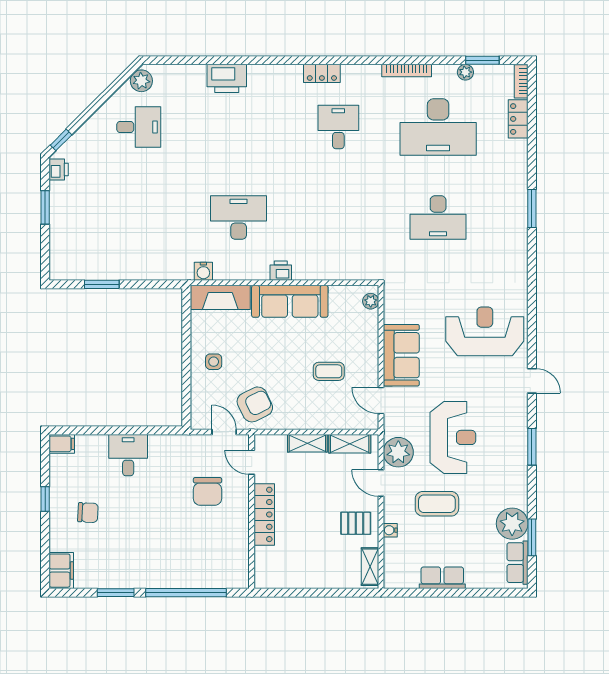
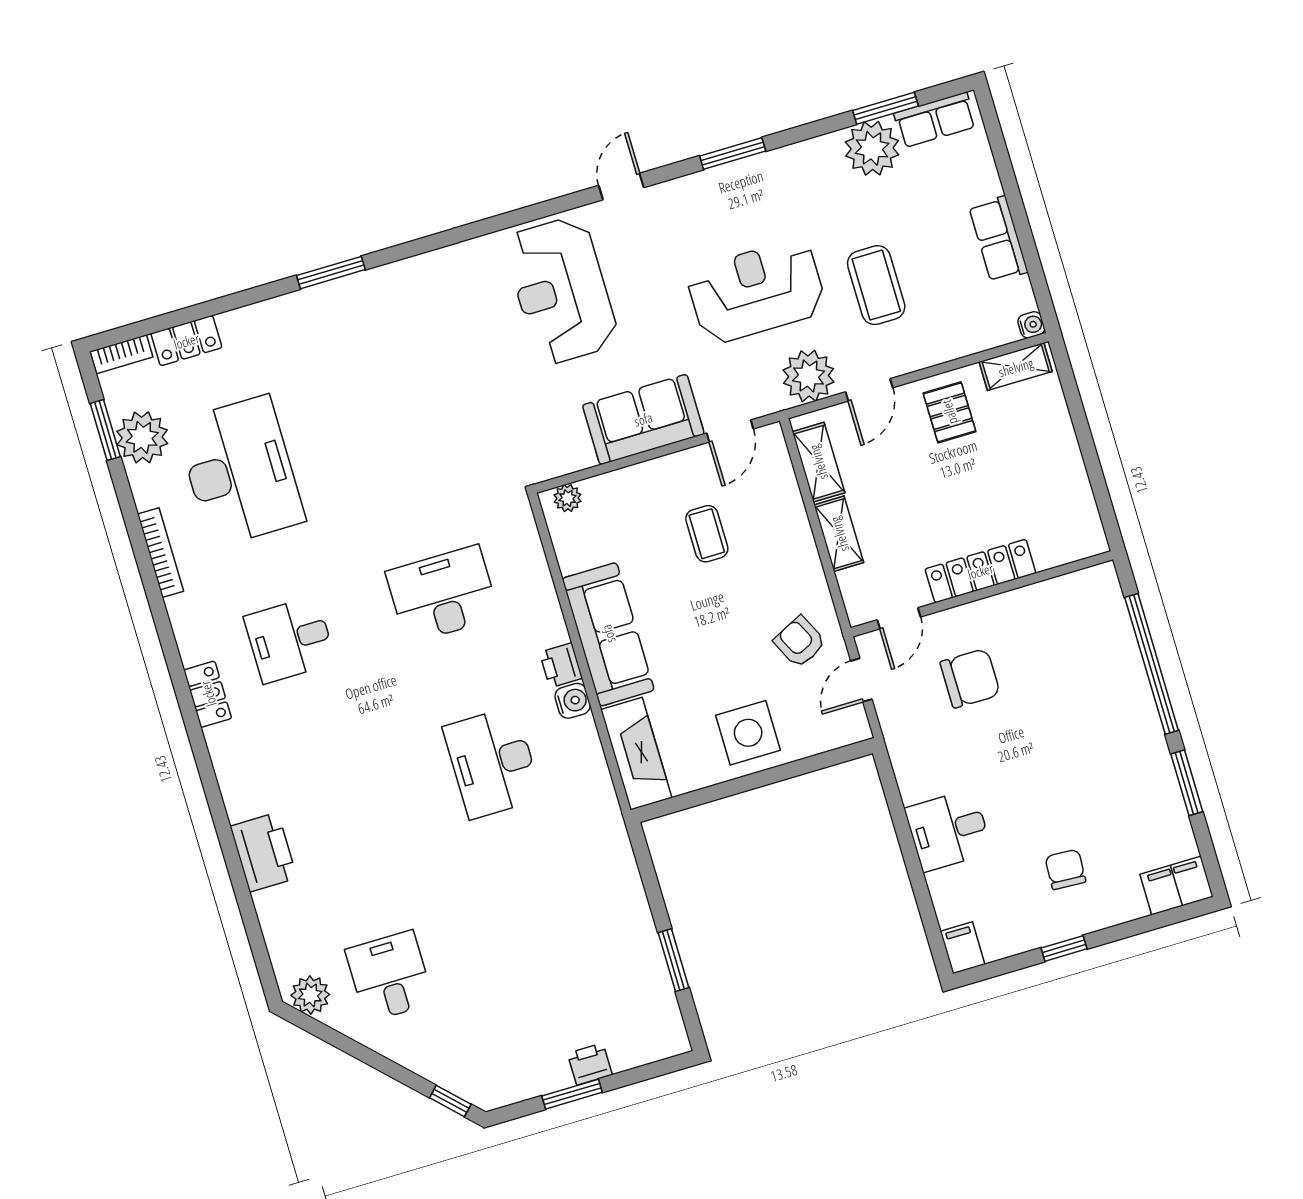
plant: (465, 72) -> (142, 437), width x1.88, depth x1.88
printer: (59, 169) -> (590, 1064), moved
desk: (438, 218) -> (443, 594), moved, turned -90
water cooler: (203, 271) -> (573, 701), moved
side table: (214, 362) -> (748, 733), width x1.87, depth x1.87
armchair: (255, 404) -> (800, 642), width x0.72, depth x0.72
water cooler: (390, 530) -> (1031, 325), moved, turned -90

